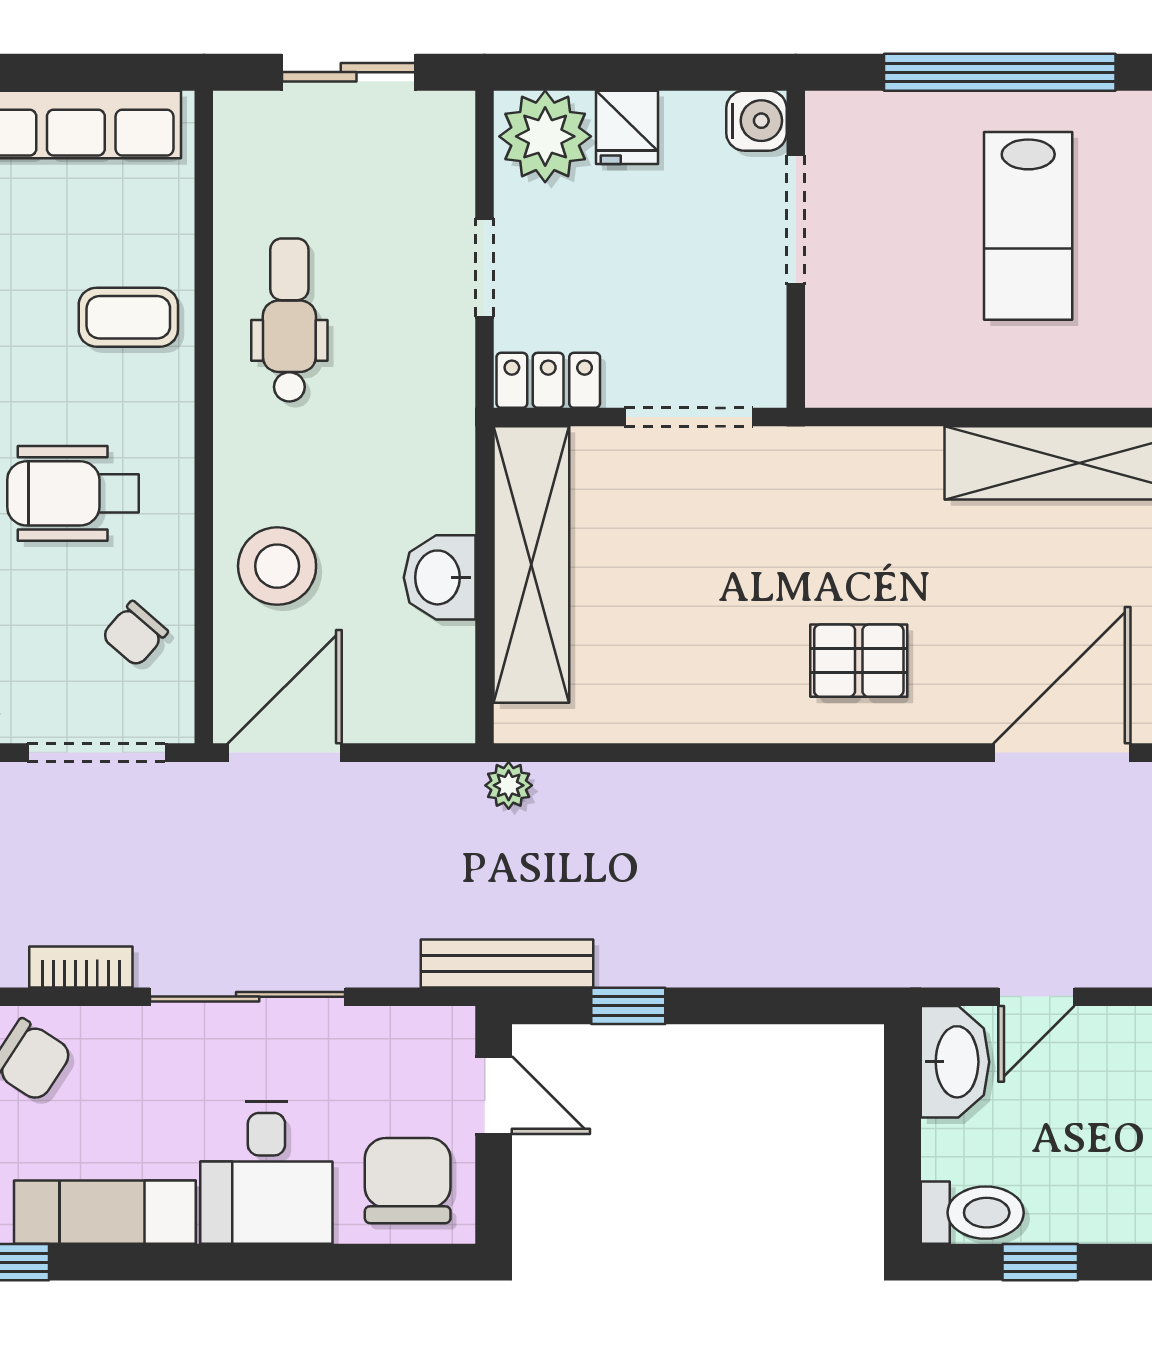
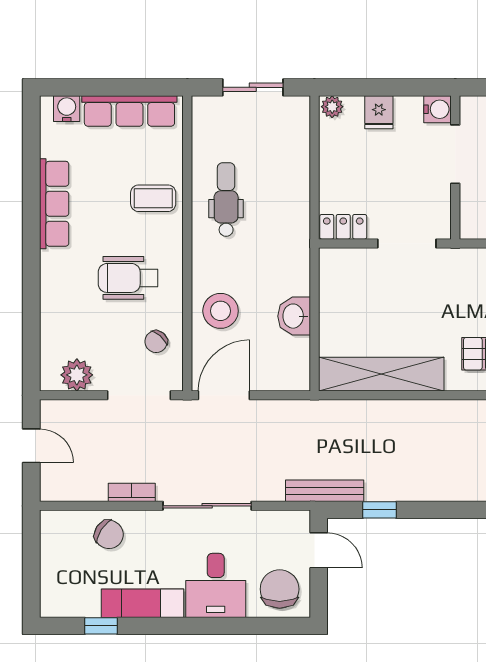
plant: (545, 136) -> (332, 107), width x0.53, depth x0.53
doorway: (485, 268) -> (314, 176), removed
shelving: (531, 565) -> (381, 374), moved, turned 90
plant: (509, 785) -> (325, 410), removed

